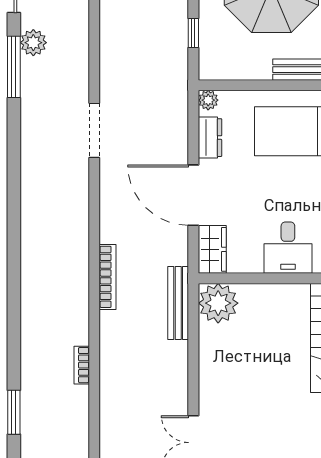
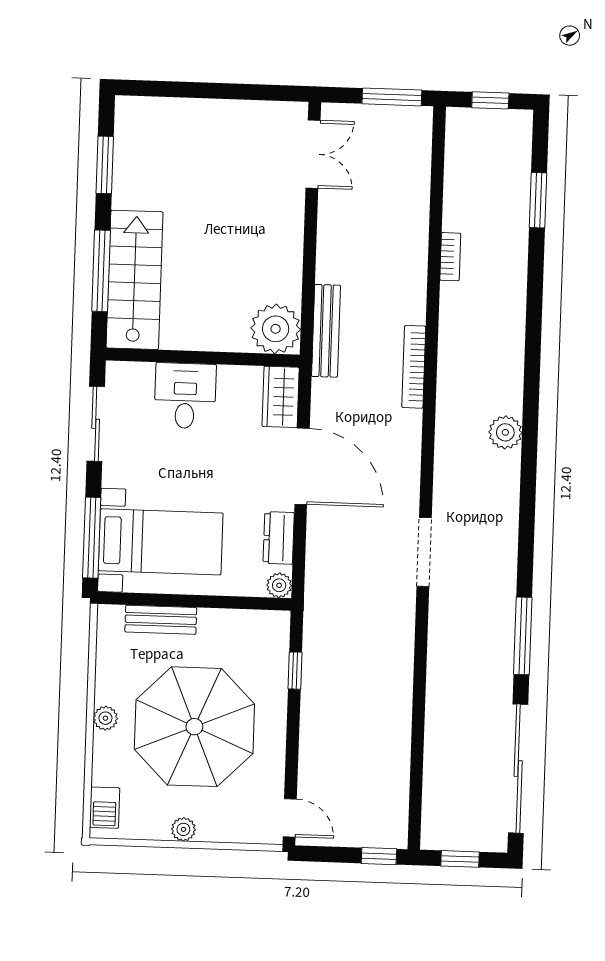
plant: (33, 43) -> (505, 432), moved

